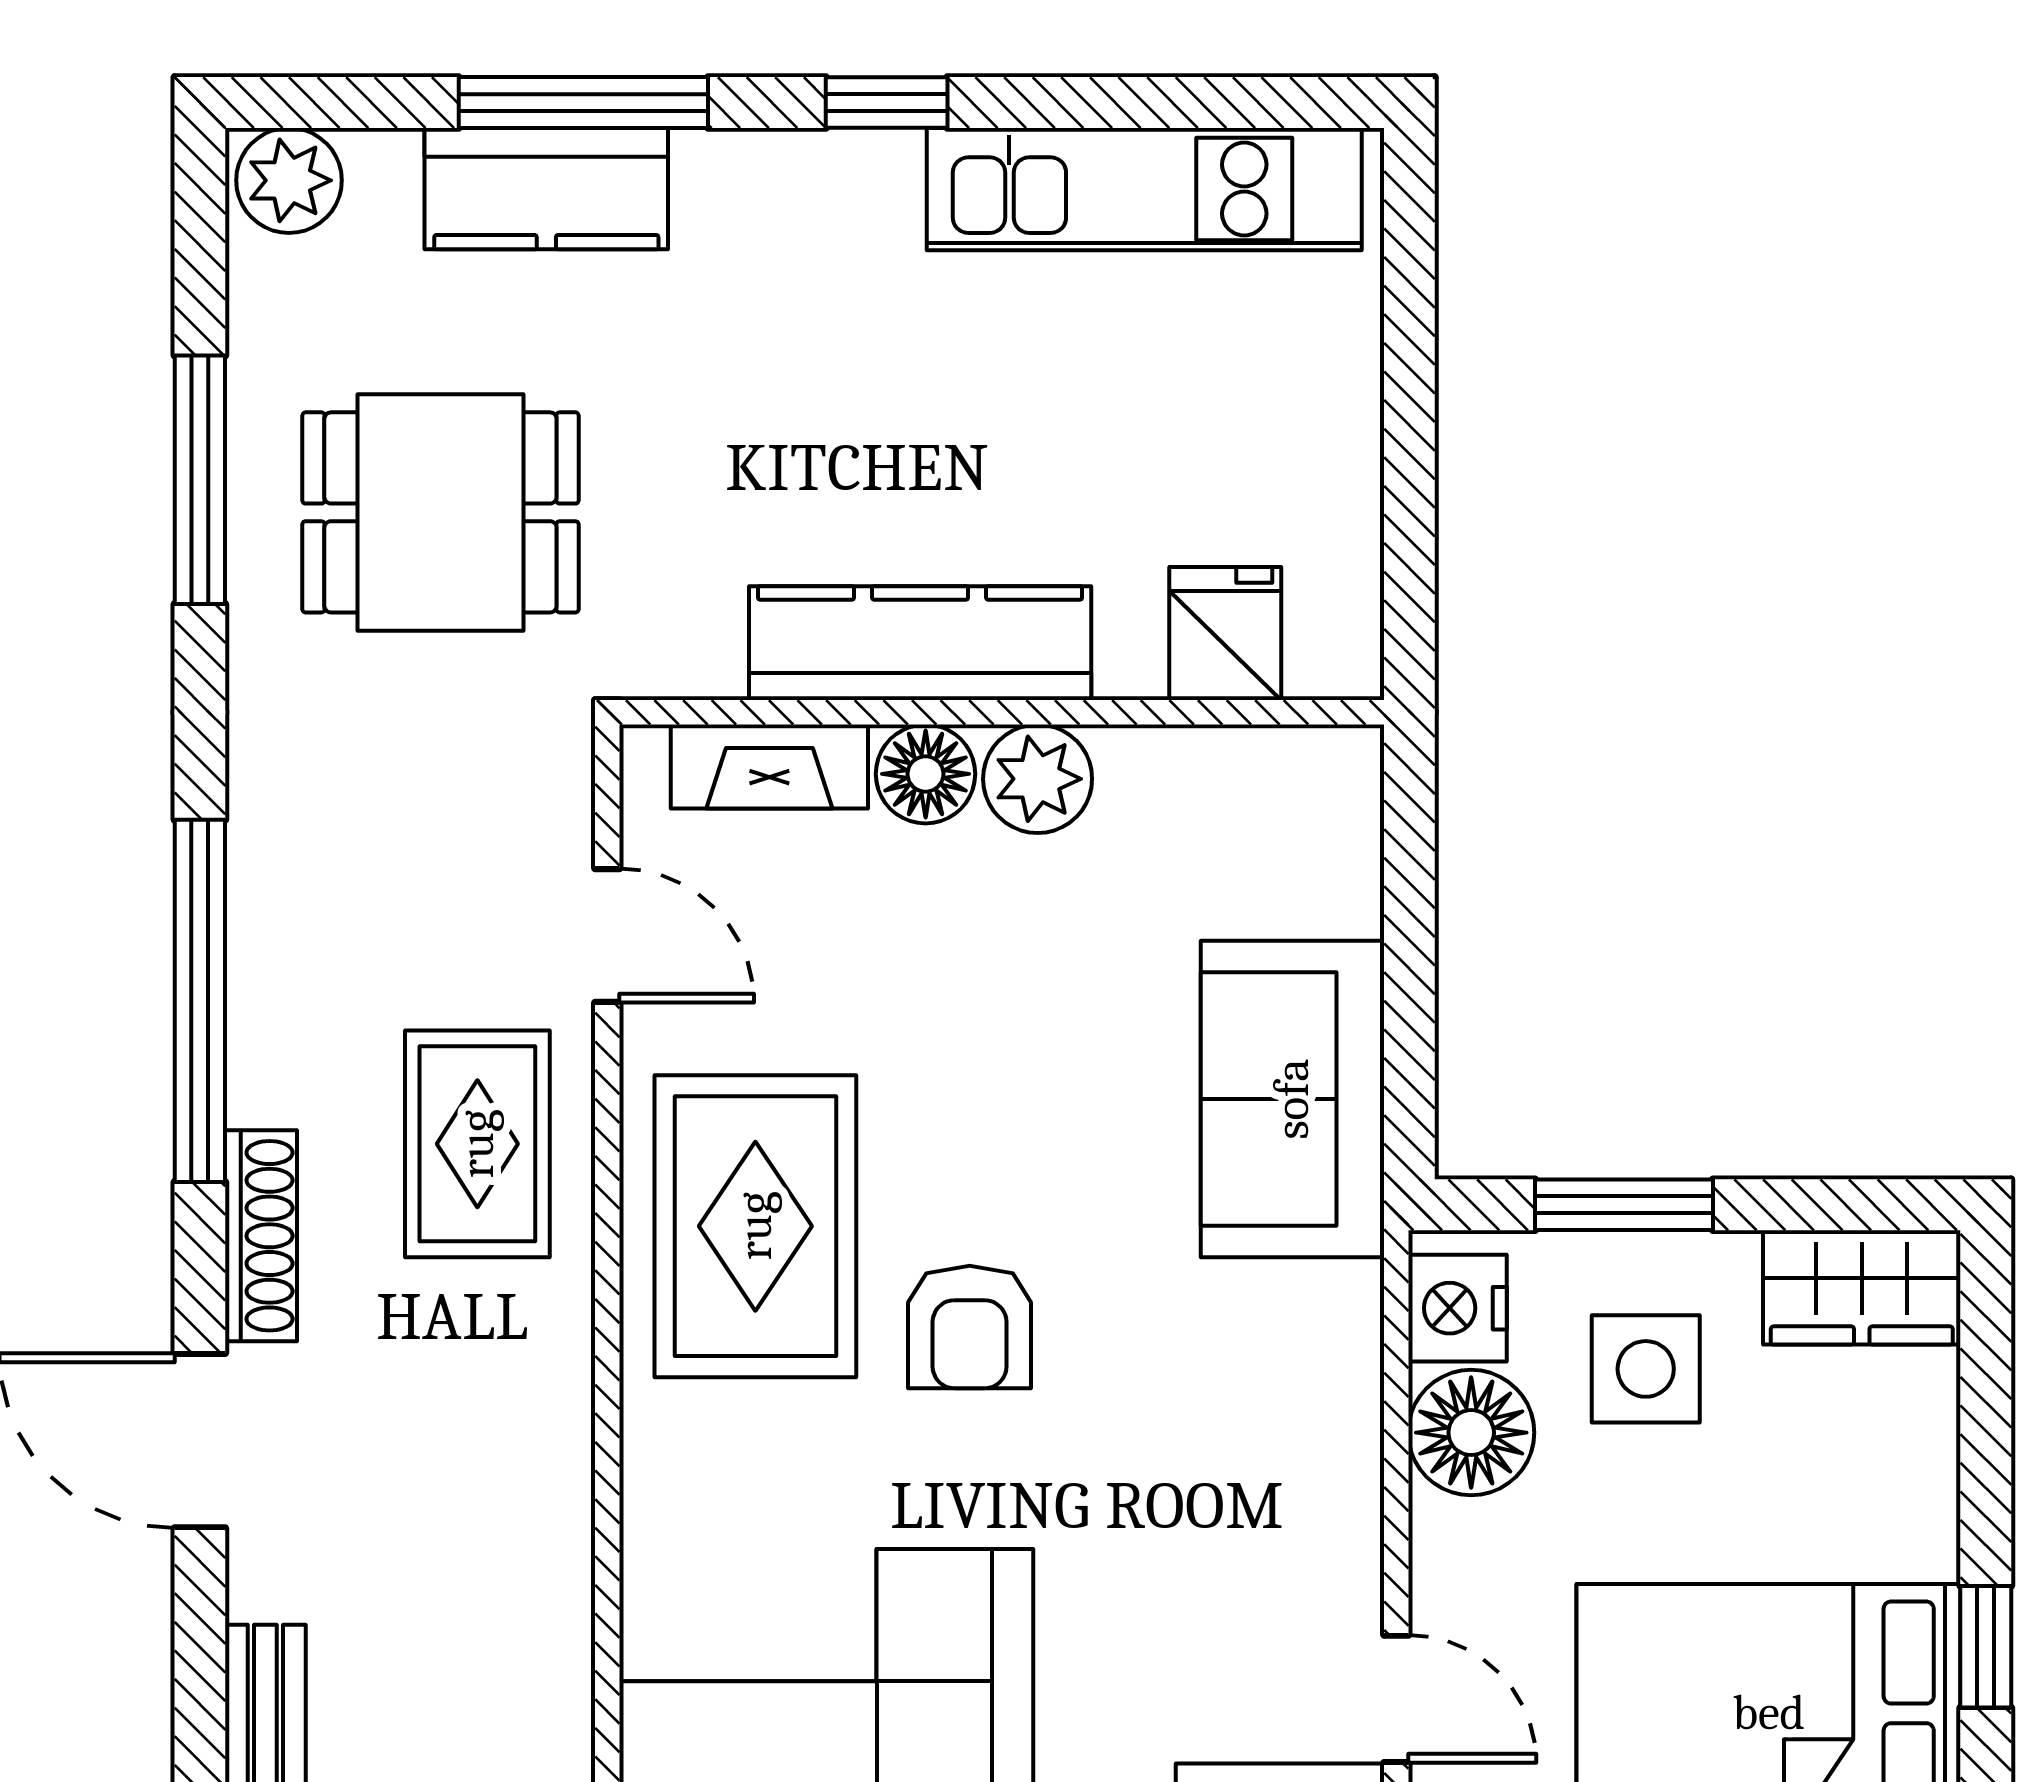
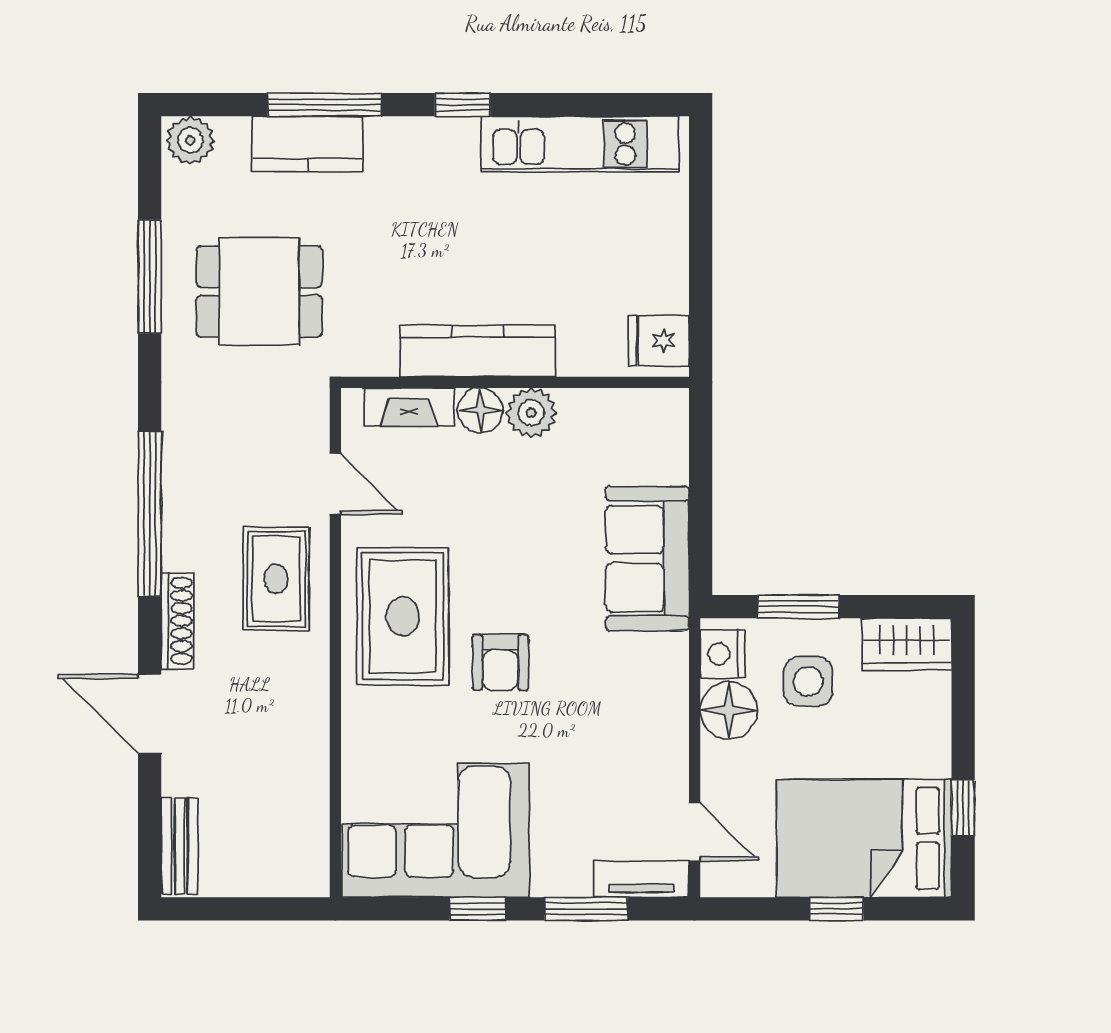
fridge: (1225, 634) -> (659, 341), moved, turned -90

